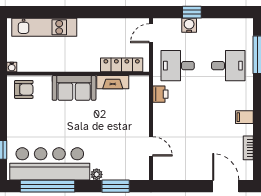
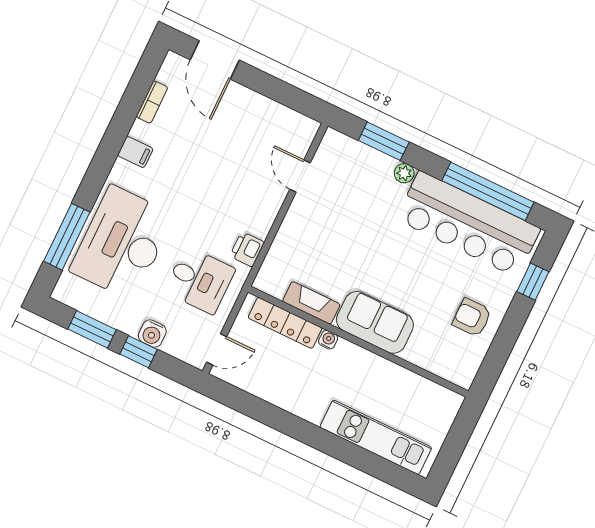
window: (222, 12) -> (92, 329), added
desk: (228, 66) -> (122, 243), width x1.87, depth x1.30
water cooler: (12, 67) -> (328, 340), moved
armchair: (24, 89) -> (472, 317), moved

